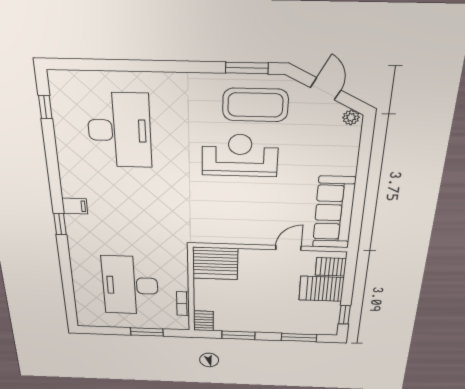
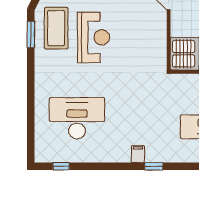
reception desk: (240, 155) -> (94, 37), turned 180

